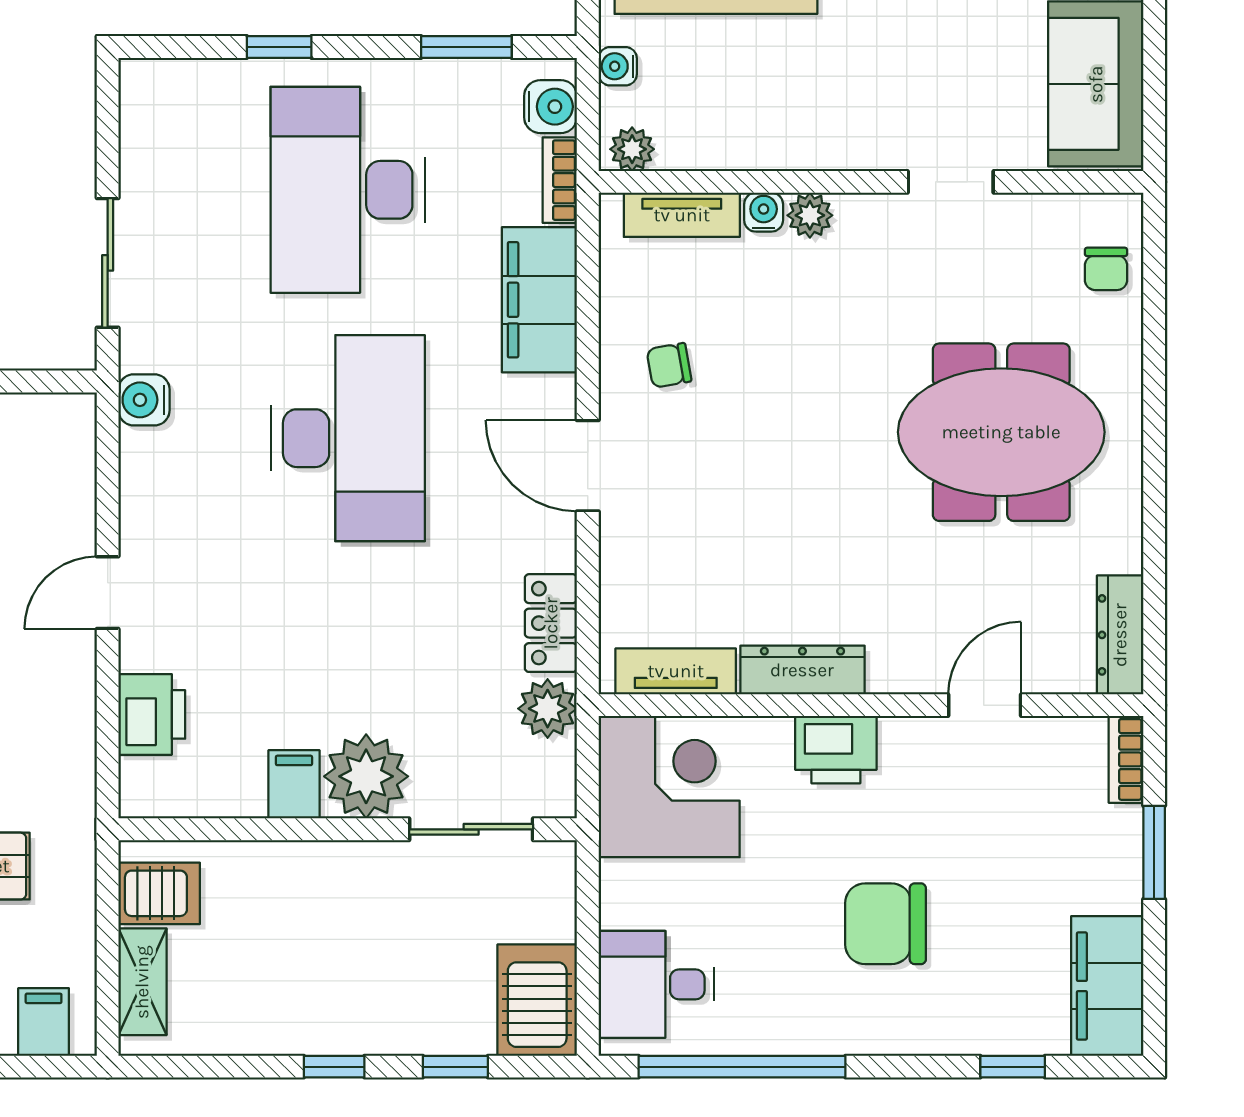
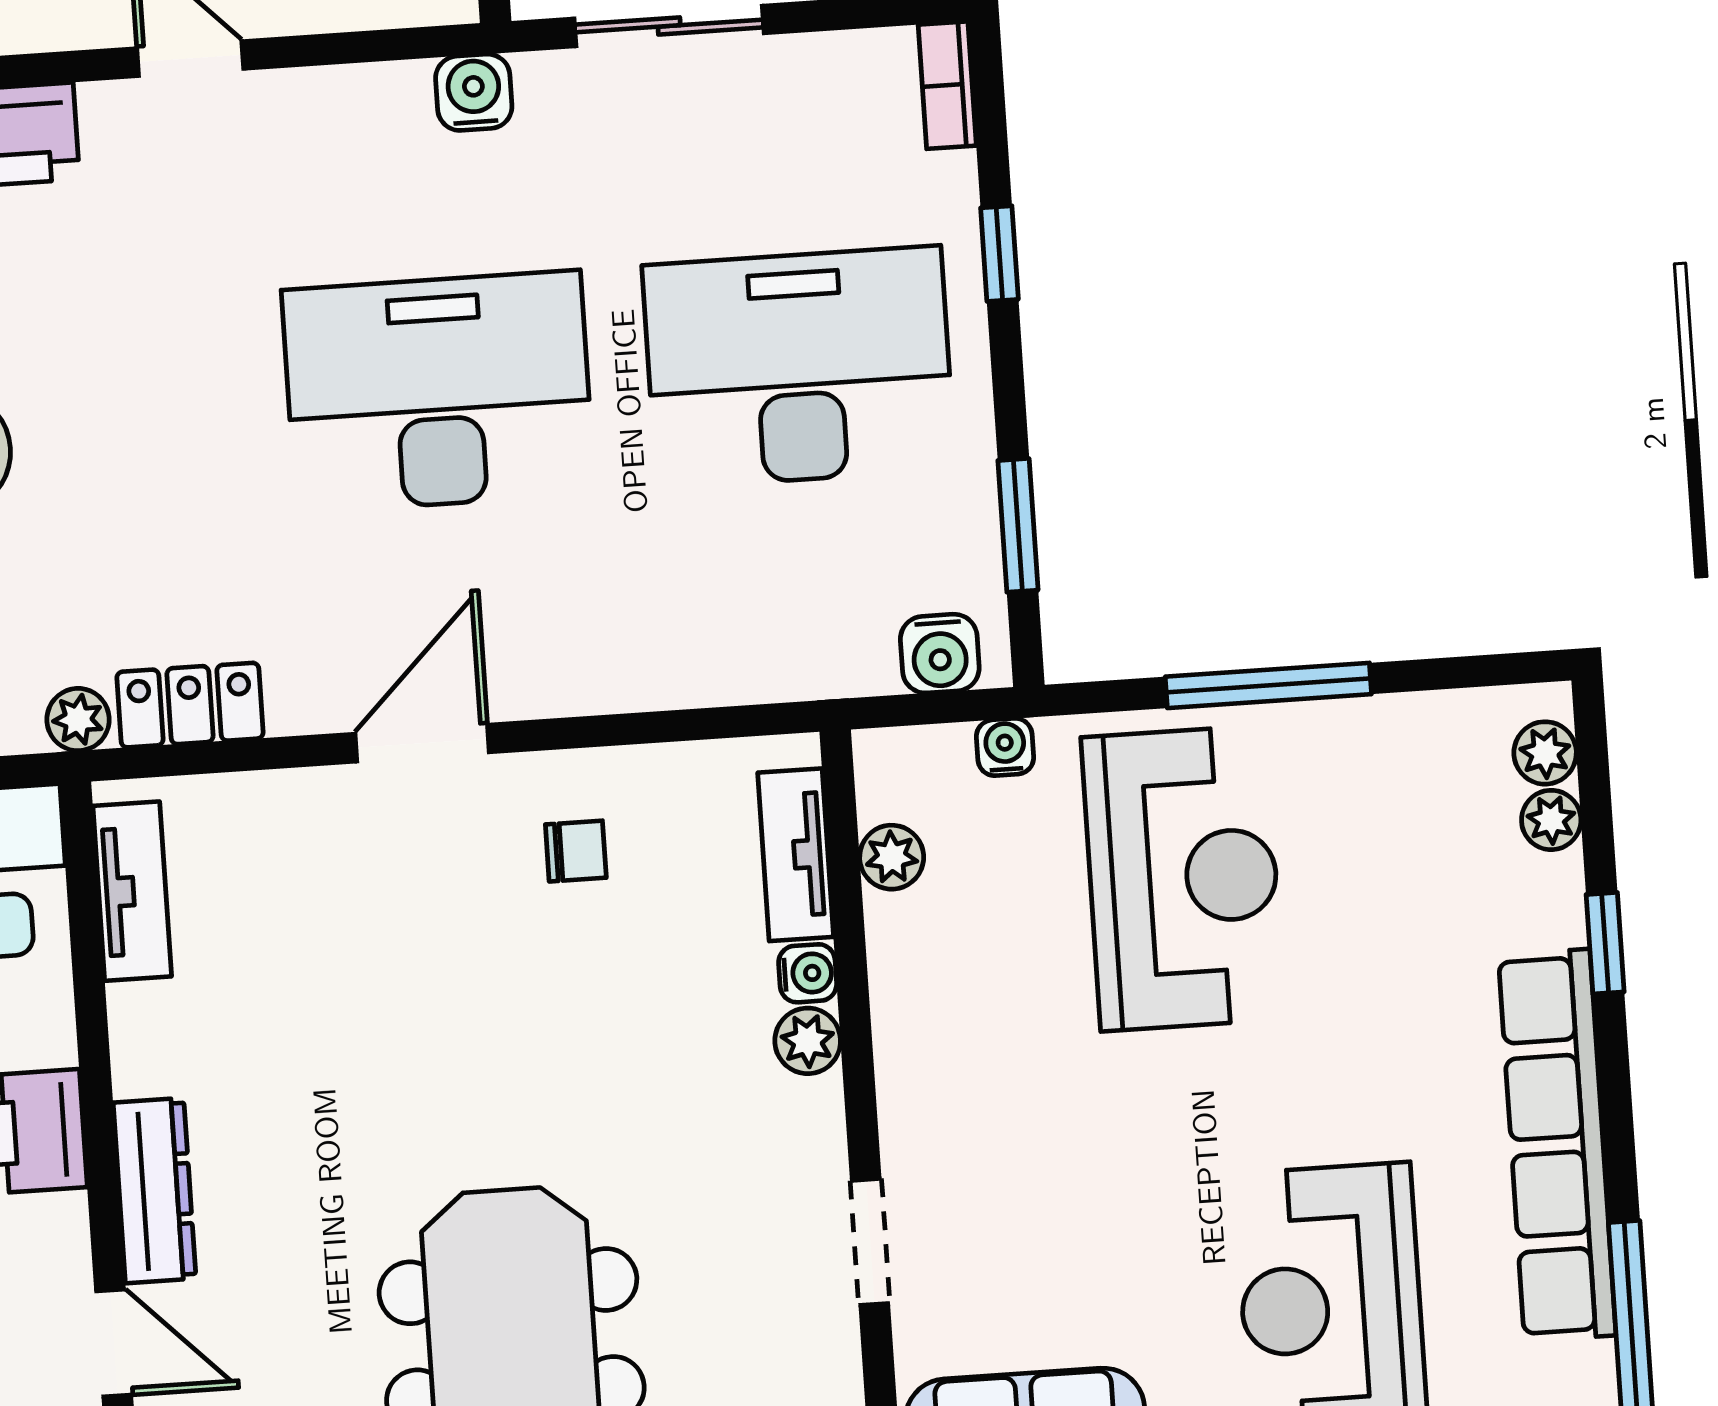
plant: (632, 149) -> (892, 857), moved
bookcase: (560, 180) -> (947, 85), moved, turned -90
filing cabinet: (539, 300) -> (658, 656), removed
chair: (669, 365) -> (576, 851), turned 100
desk: (348, 438) -> (438, 392), turned 180
dresser: (802, 670) -> (155, 1191), moved
plant: (548, 709) -> (78, 720), width x0.73, depth x0.73

